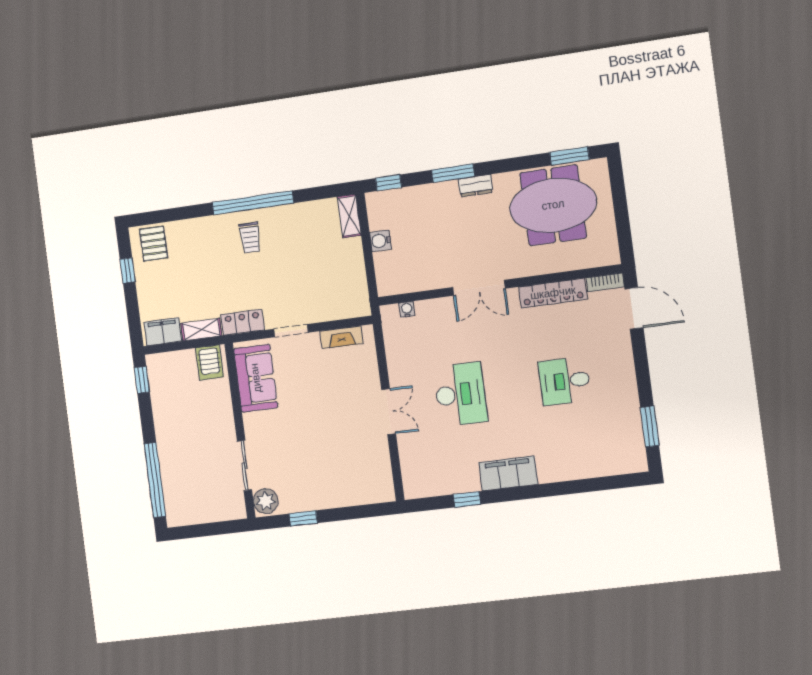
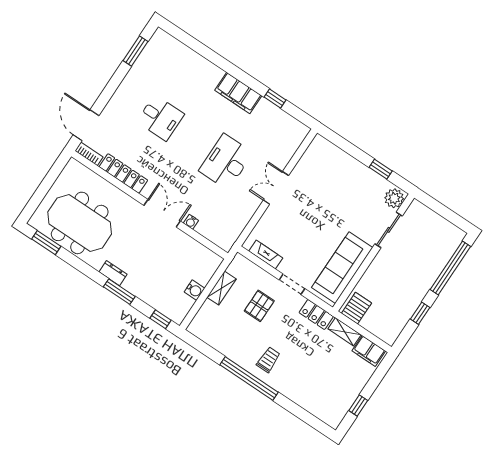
shelving: (349, 216) -> (222, 288), moved
pallet: (153, 244) -> (259, 306), moved
water cooler: (407, 309) -> (191, 222), moved
sofa: (256, 378) -> (342, 268), width x1.36
window: (142, 380) -> (420, 313), moved

